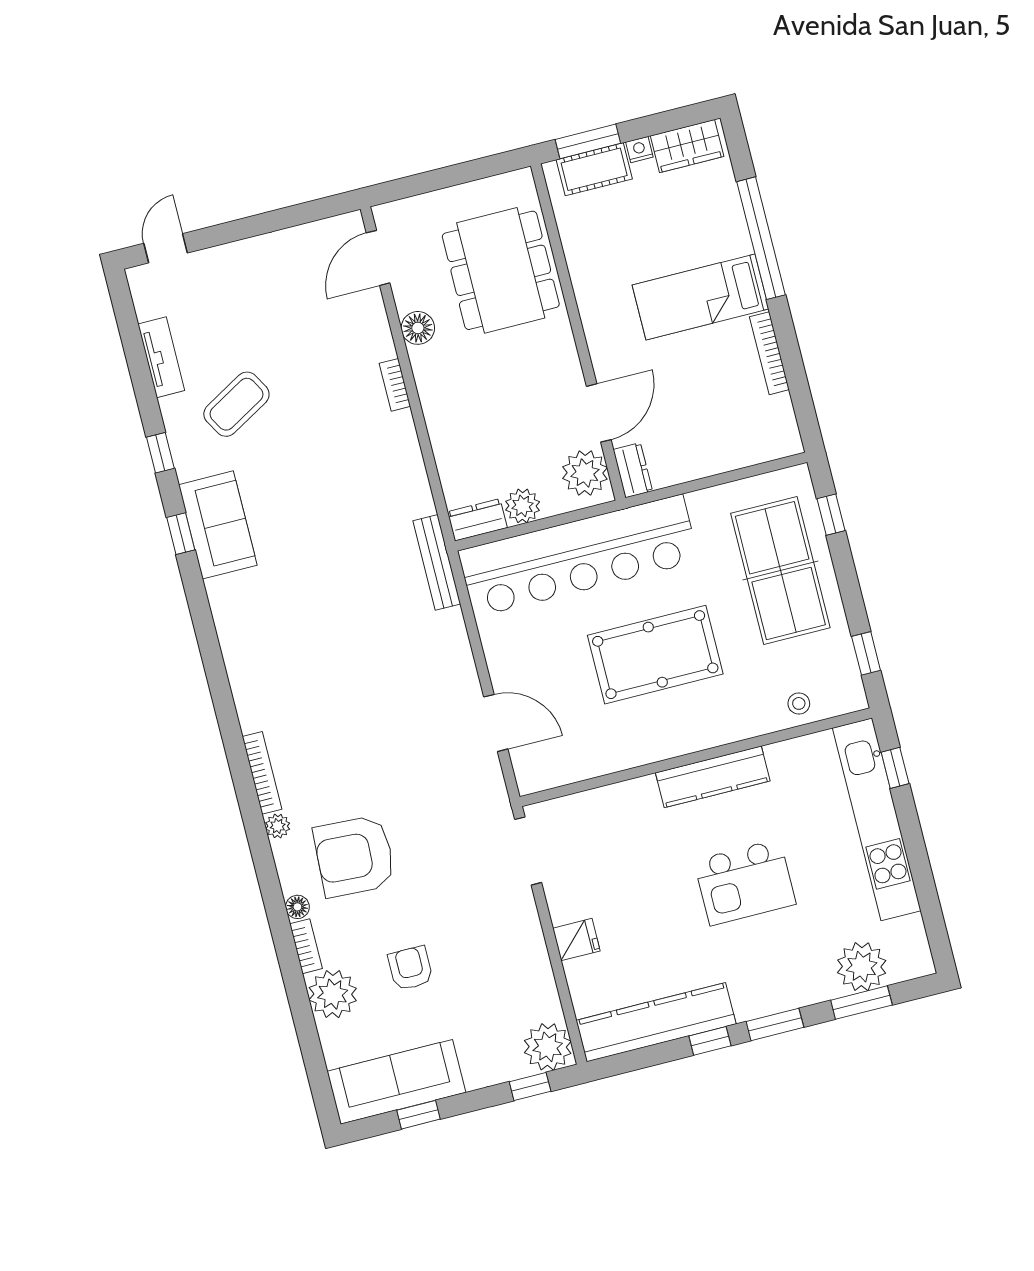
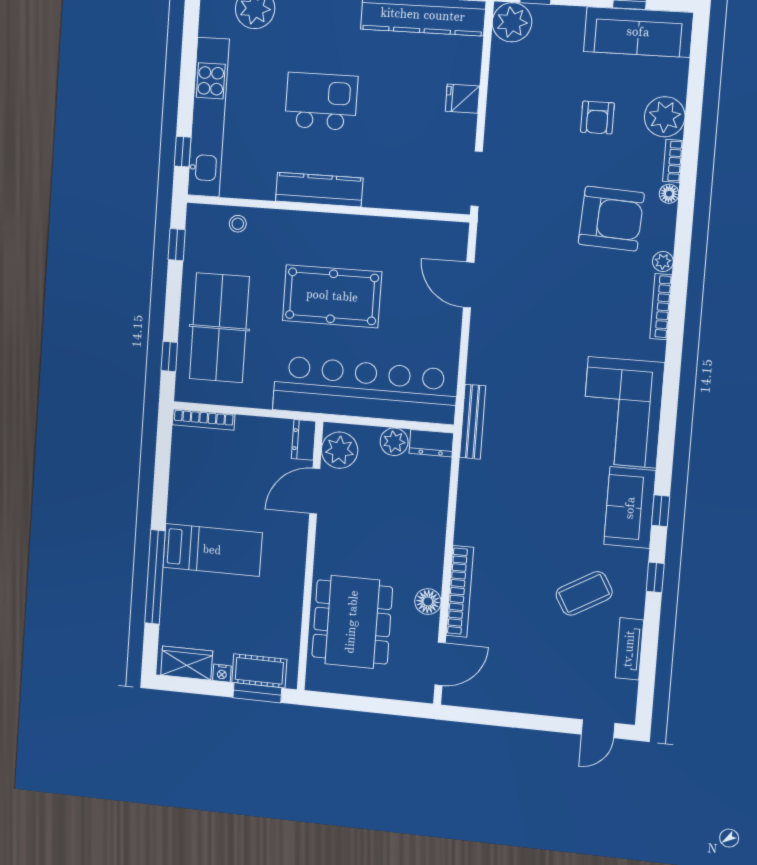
bookcase: (769, 353) -> (204, 420), moved, turned 90
bookcase: (395, 385) -> (460, 591), width x2.31, depth x1.31
corner sofa: (265, 634) -> (622, 412), added

